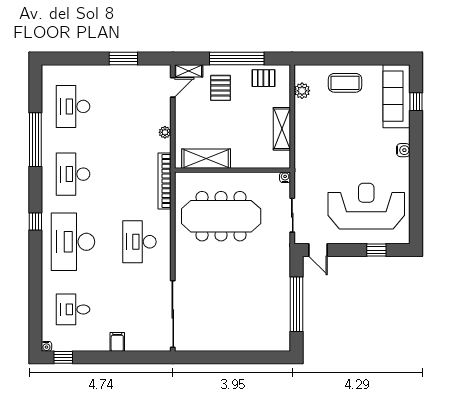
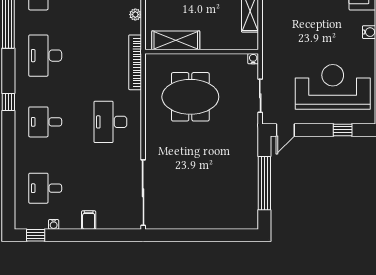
meeting table: (221, 216) -> (190, 97), width x0.73
desk: (73, 242) -> (45, 122), width x0.53, depth x0.77
door: (318, 250) -> (285, 130), hinge flipped
water cooler: (46, 346) -> (54, 224), moved

